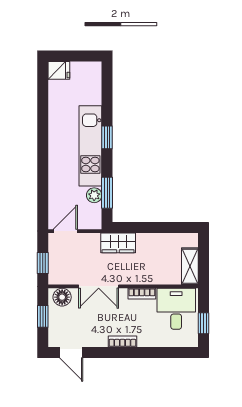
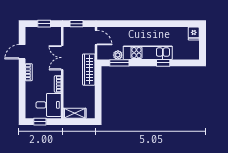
window: (107, 137) -> (163, 63), moved
wardrobe: (118, 243) -> (89, 70), width x1.50
floor lamp: (62, 297) -> (56, 35), removed
door: (71, 353) -> (22, 52), moved

